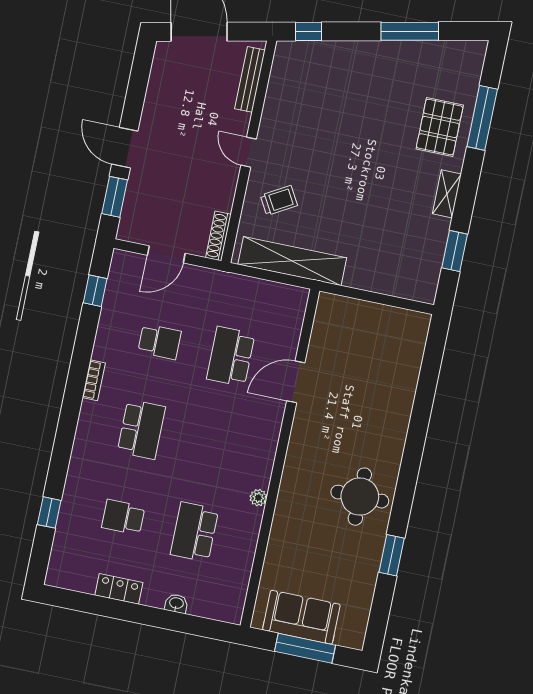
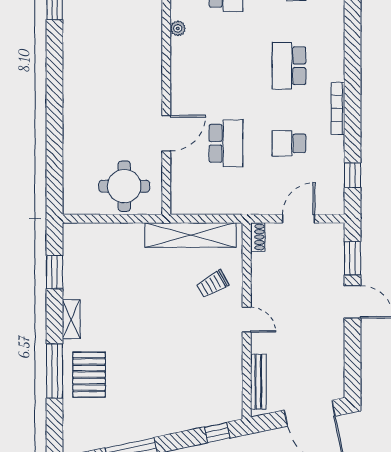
window: (482, 118) -> (55, 371), moved
shoe rack: (218, 236) -> (258, 237), width x0.70
bookcase: (94, 380) -> (338, 108), width x1.56
round table: (360, 497) -> (124, 186), moved

